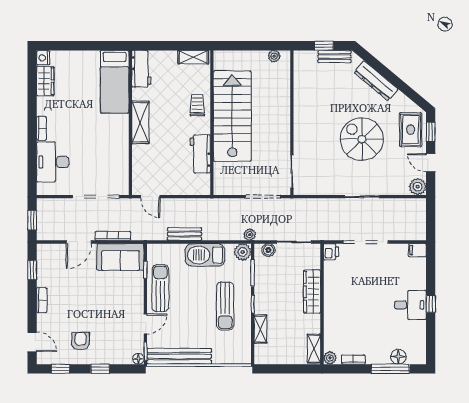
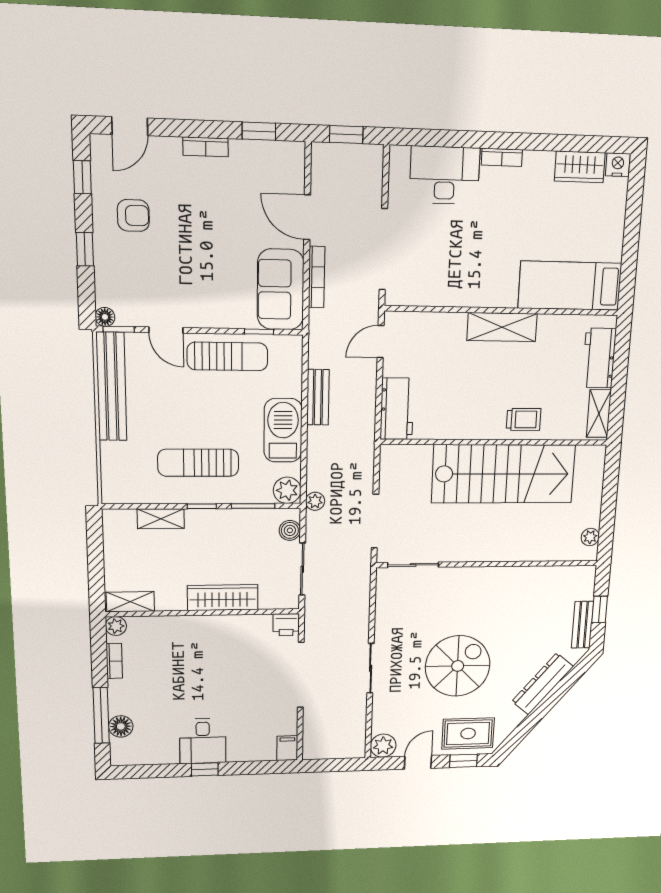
workbench: (141, 69) -> (599, 358), moved, turned 90
workbench: (200, 154) -> (397, 409), moved, turned 90

